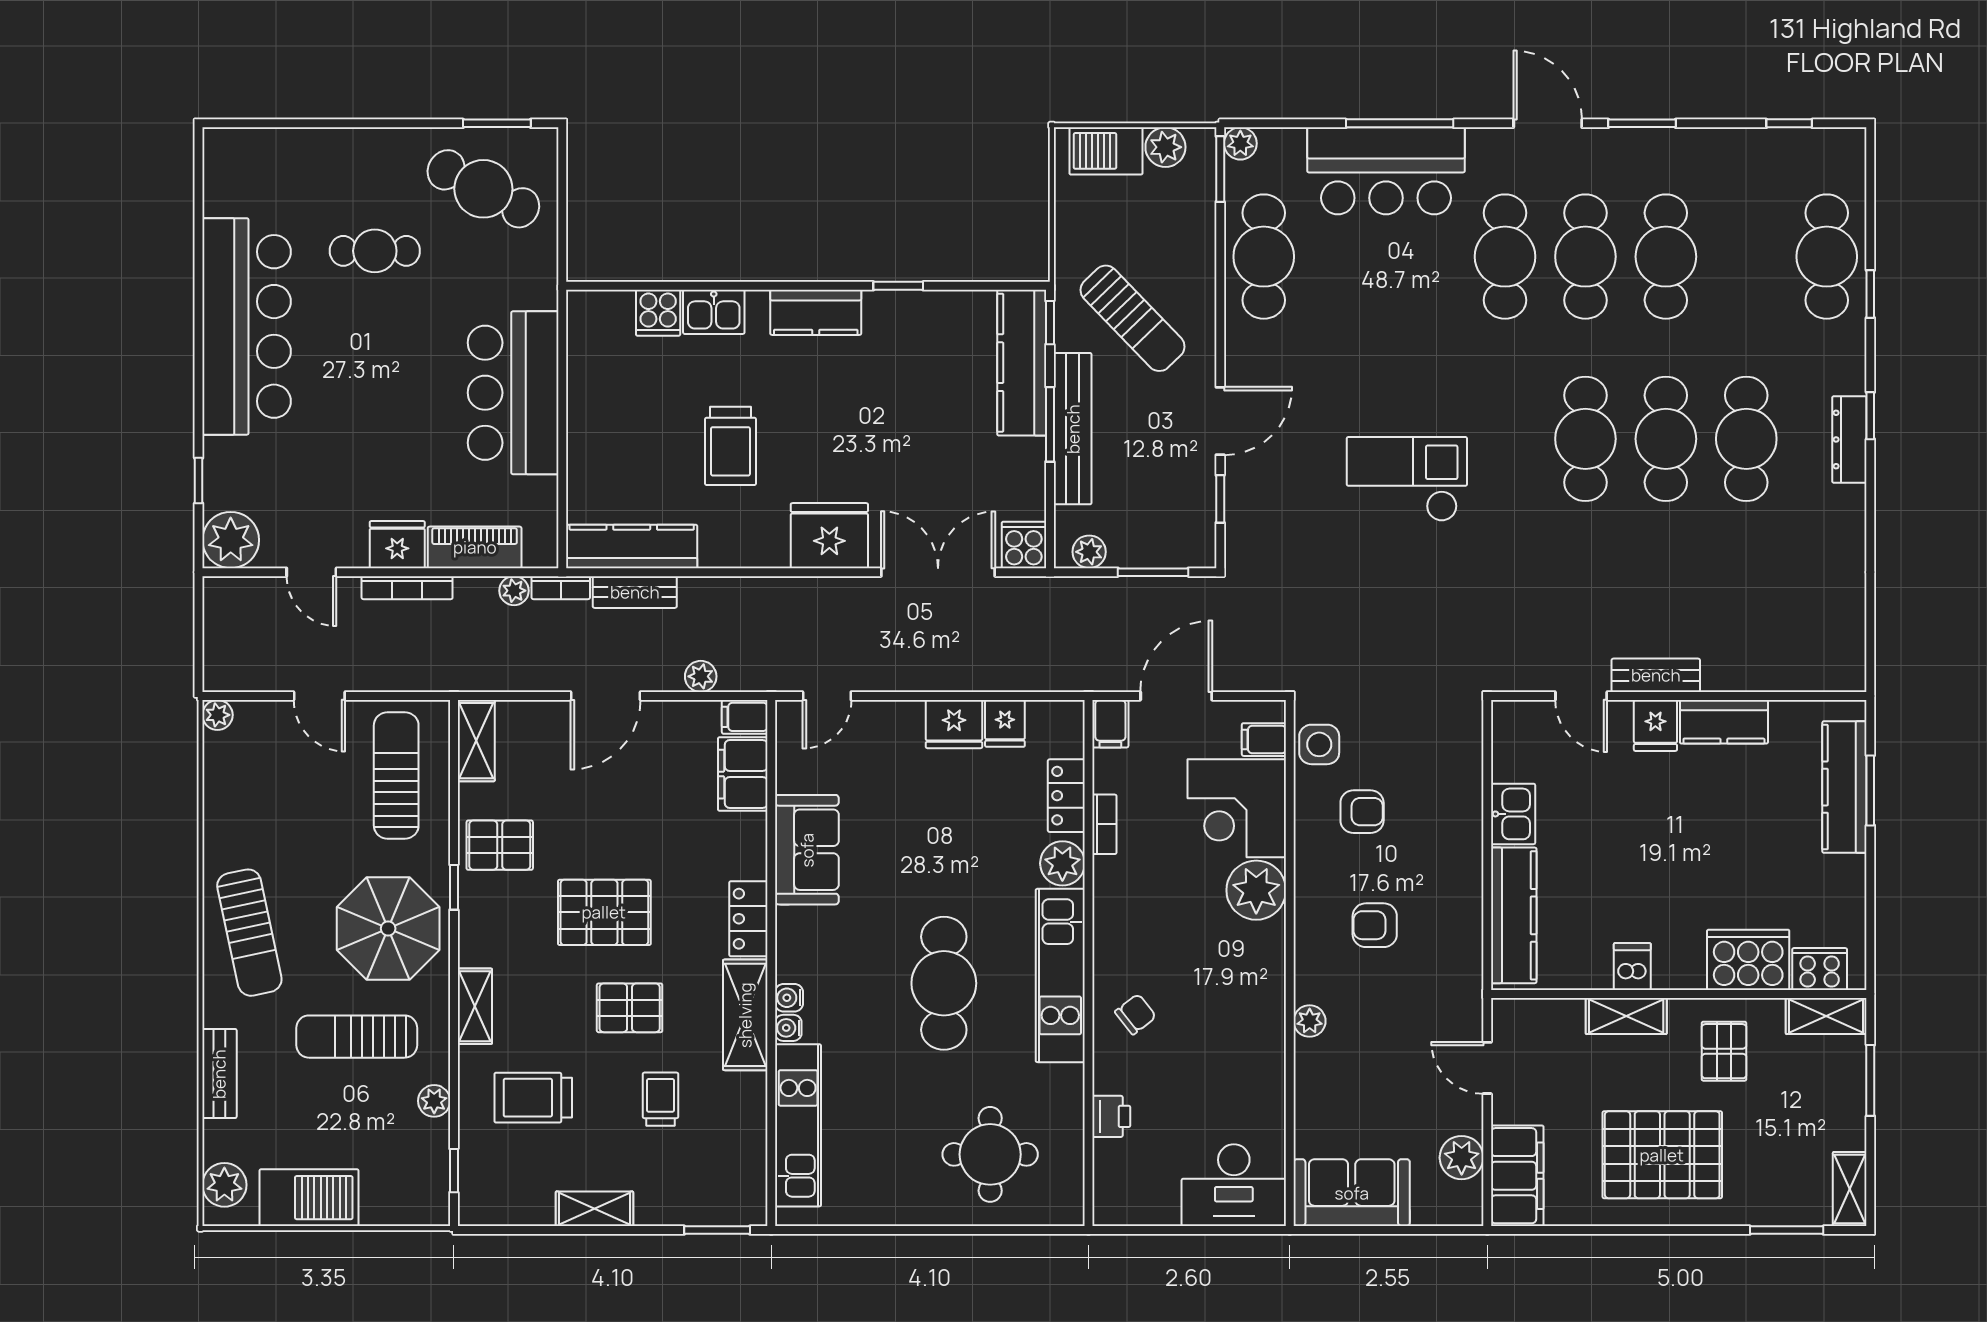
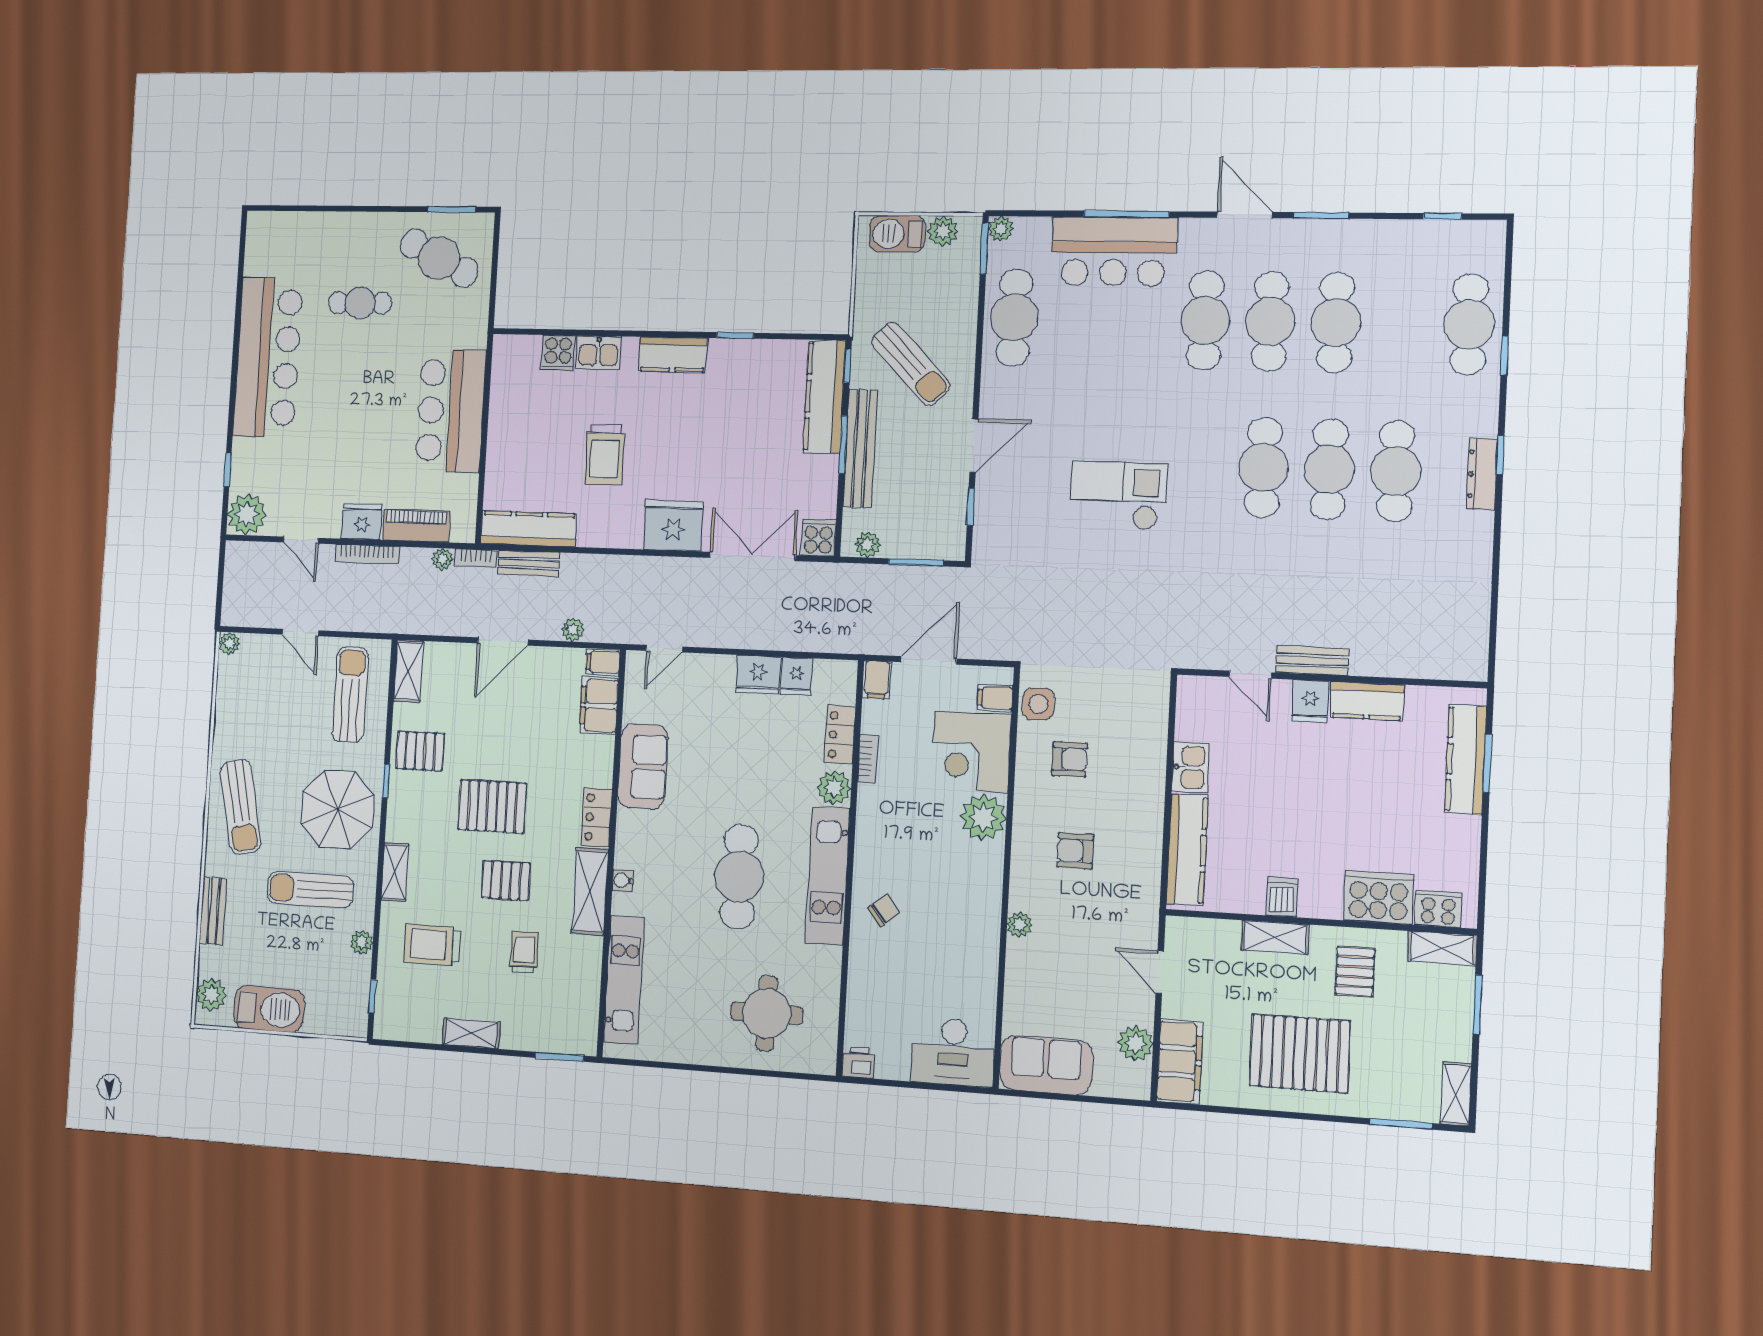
water cooler: (788, 1028) -> (621, 904), removed
printer: (1111, 1116) -> (858, 1062), moved, turned -90

